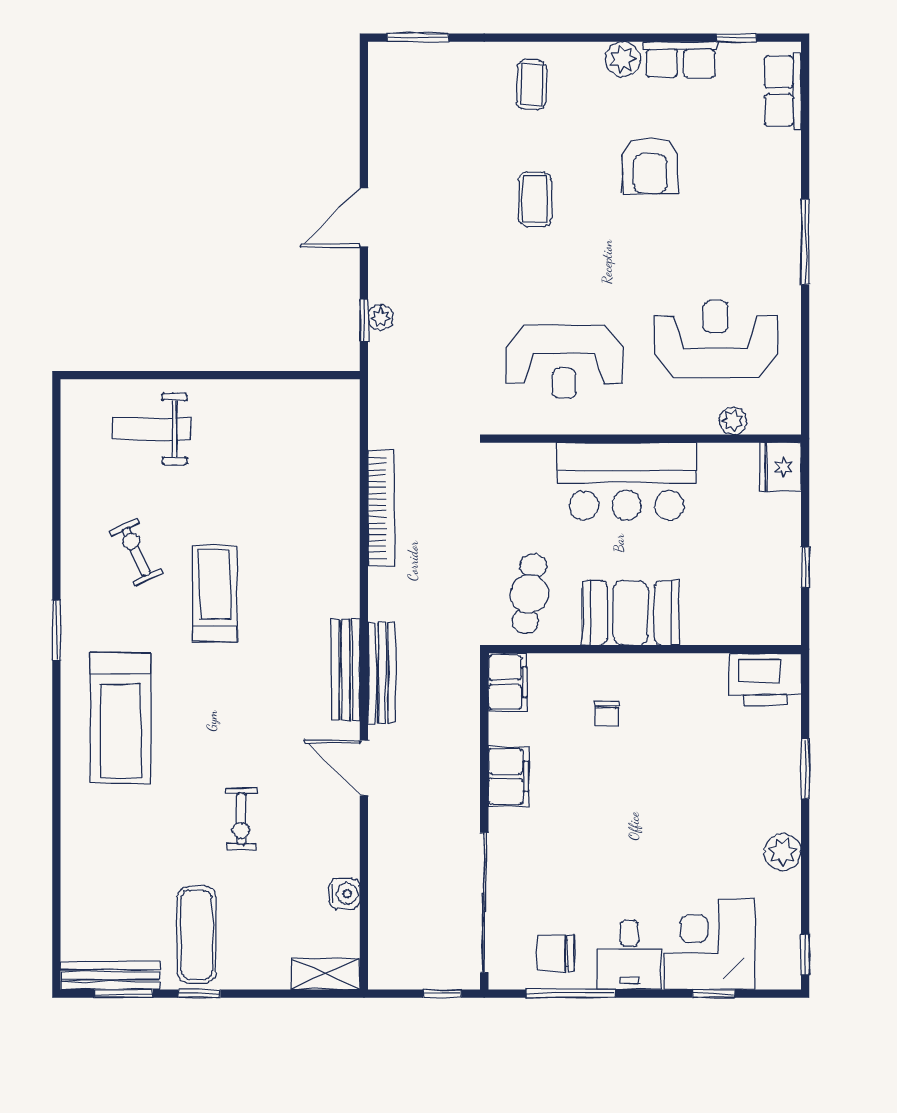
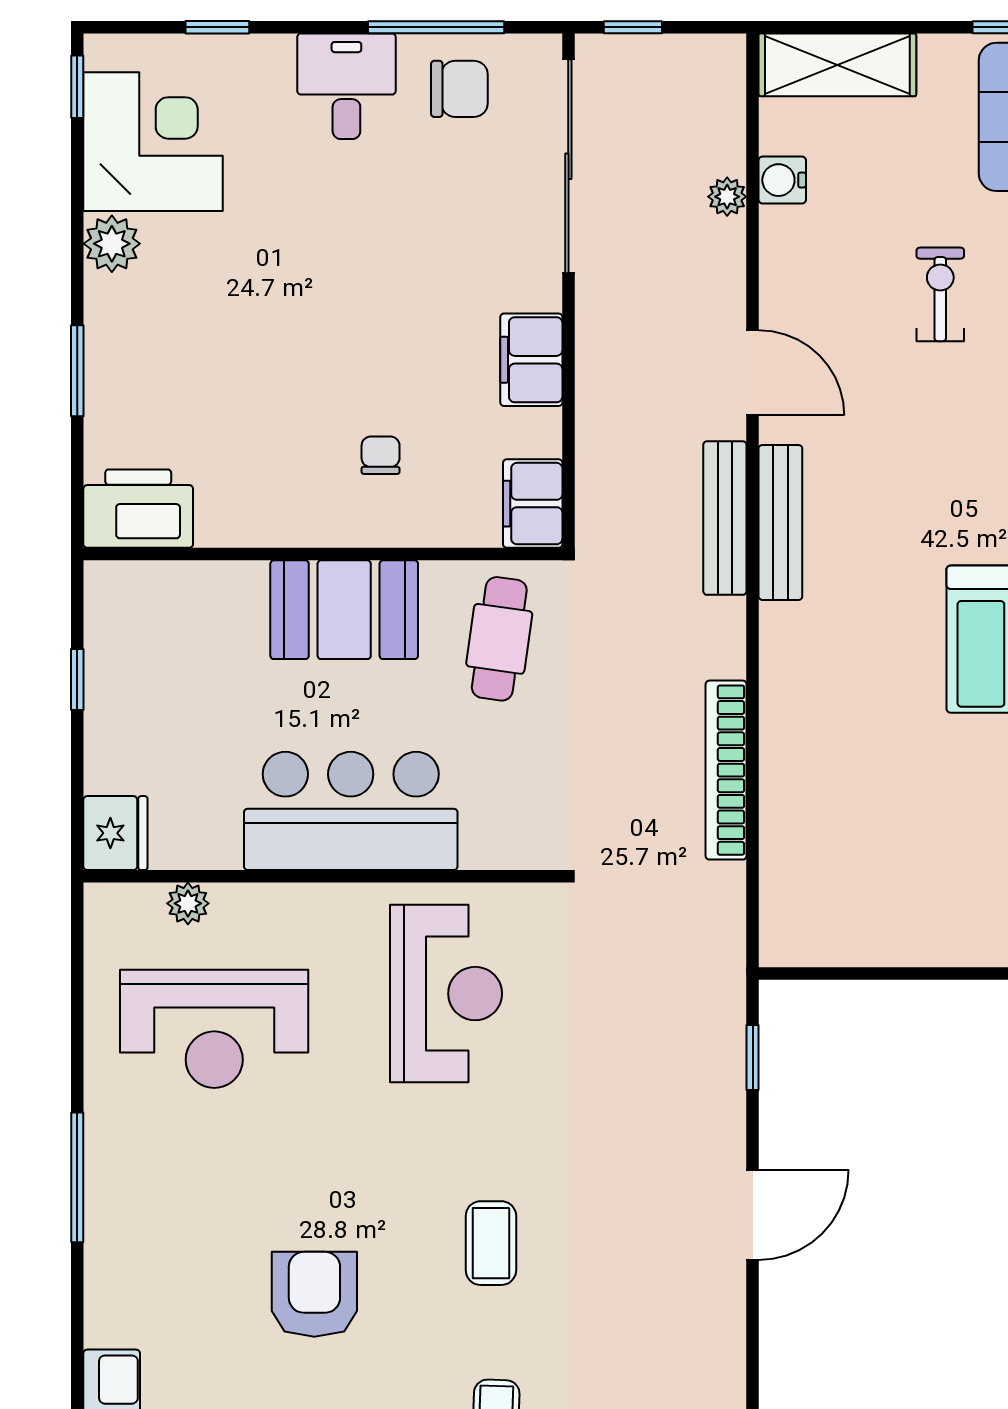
plant: (381, 317) -> (727, 197), moved
reception desk: (564, 362) -> (446, 994), turned 90
corner desk: (710, 944) -> (153, 142), moved, turned -90
shelving: (326, 974) -> (837, 65), width x1.50, depth x1.33

